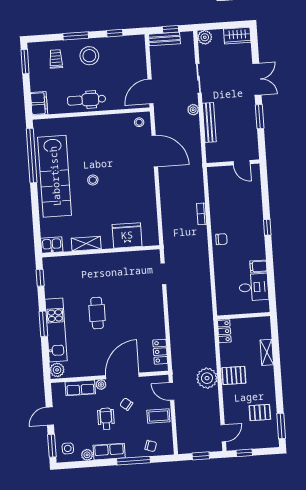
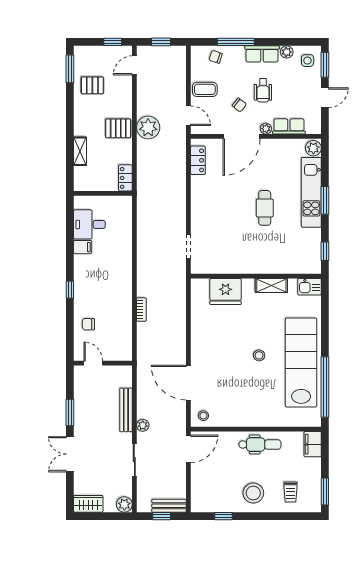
window: (76, 36) -> (267, 516), removed
chair: (221, 239) -> (88, 324), moved

